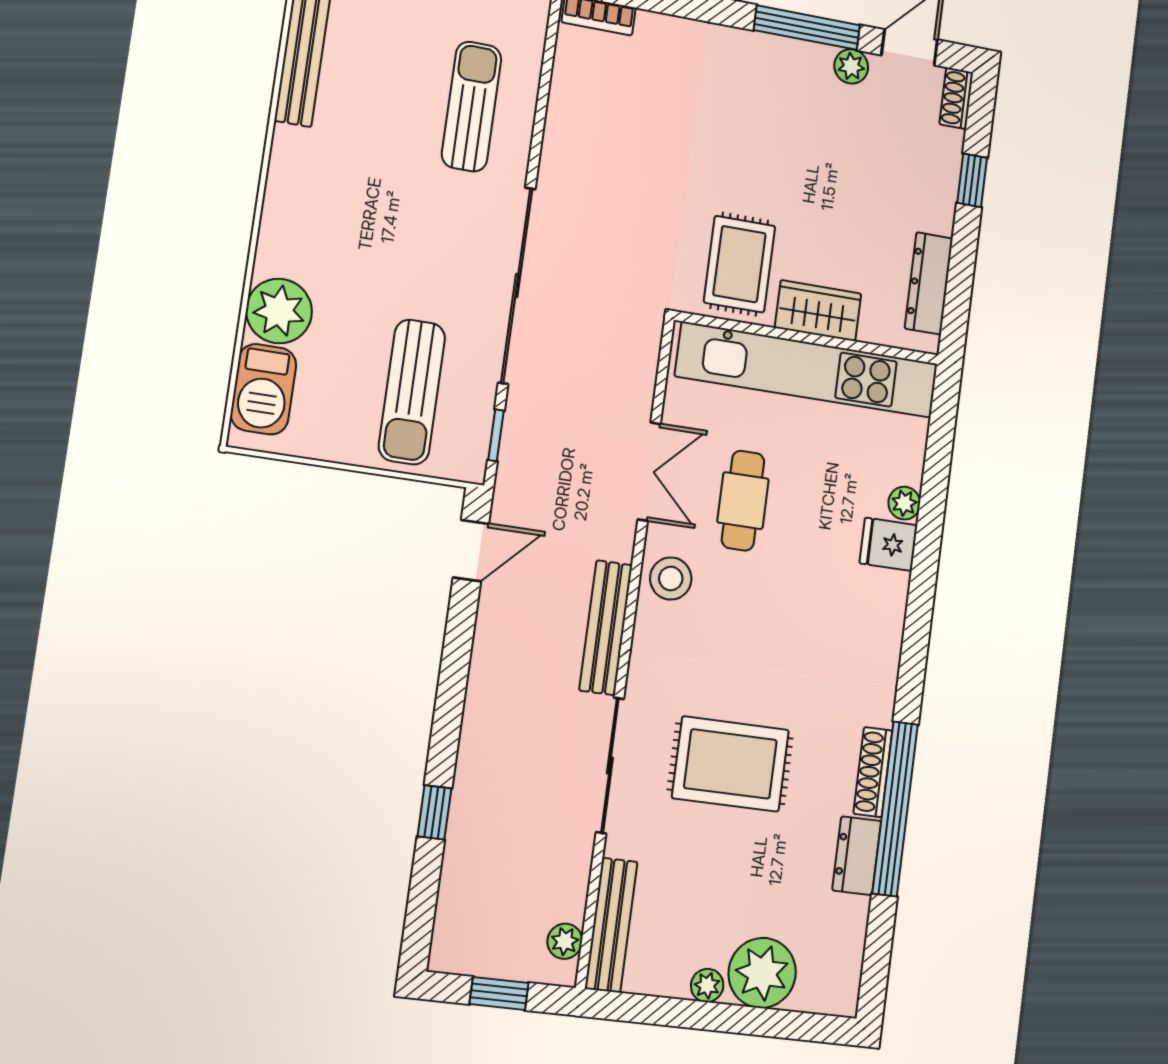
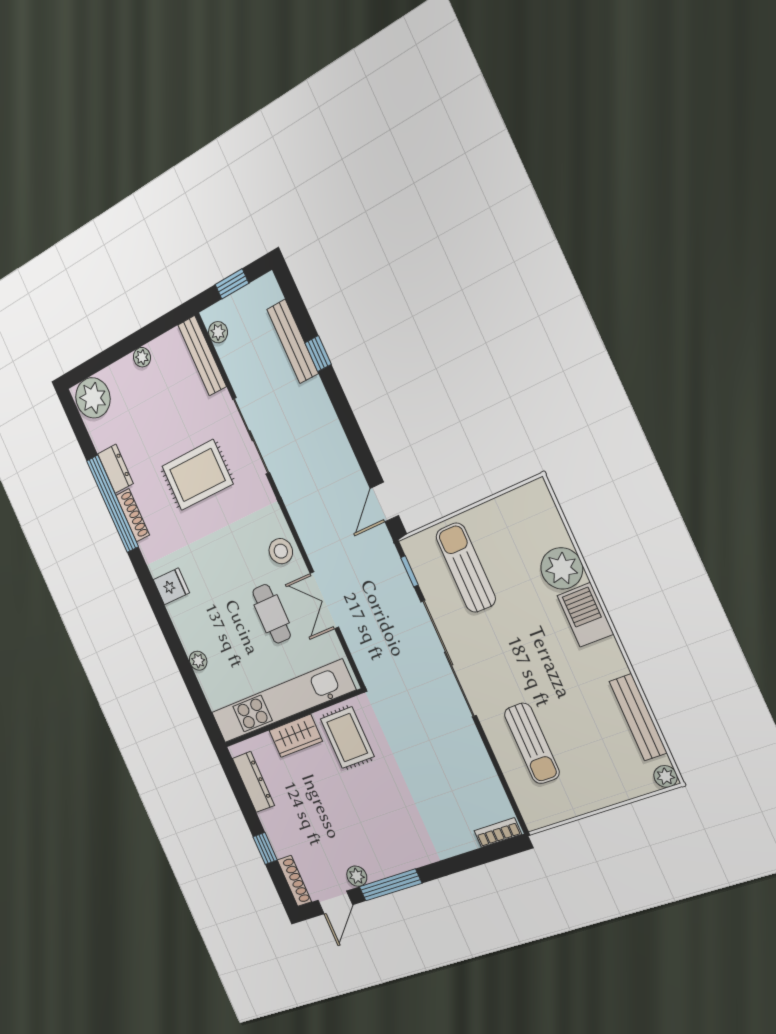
shoe rack: (956, 98) -> (294, 881), width x1.43
barbecue: (263, 389) -> (585, 615), moved
fridge: (888, 544) -> (171, 586), moved
bench: (606, 628) -> (293, 341), moved
plant: (762, 973) -> (93, 398), moved

